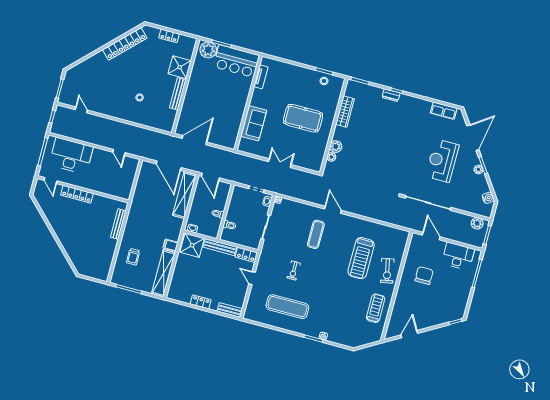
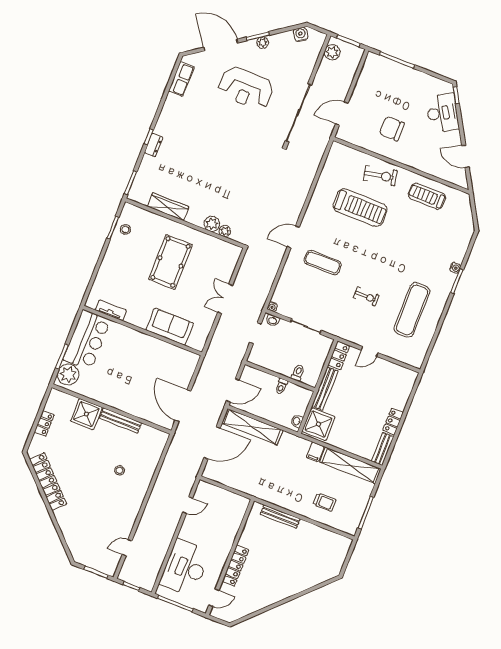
desk: (458, 256) -> (442, 113), moved, turned 150
bench: (230, 310) -> (383, 449), moved

